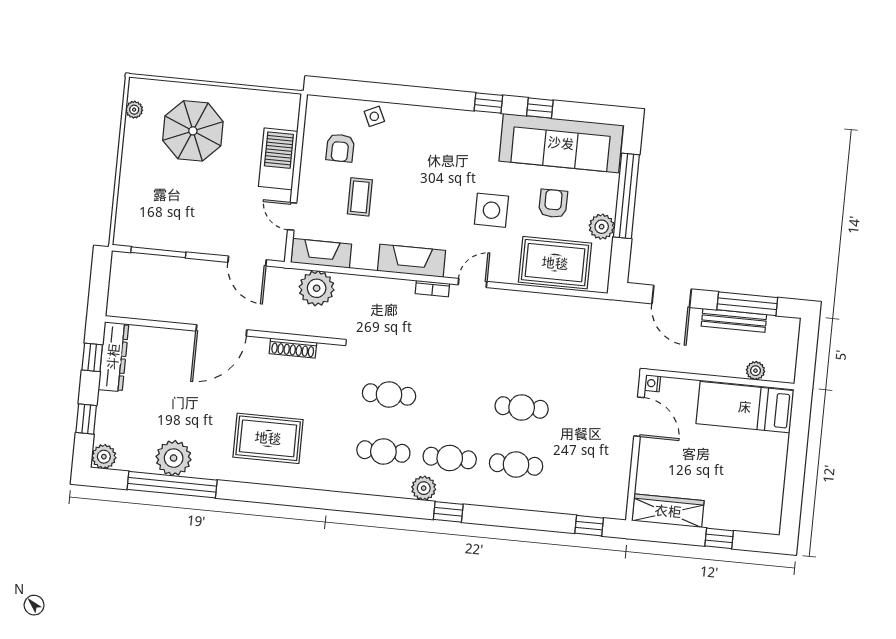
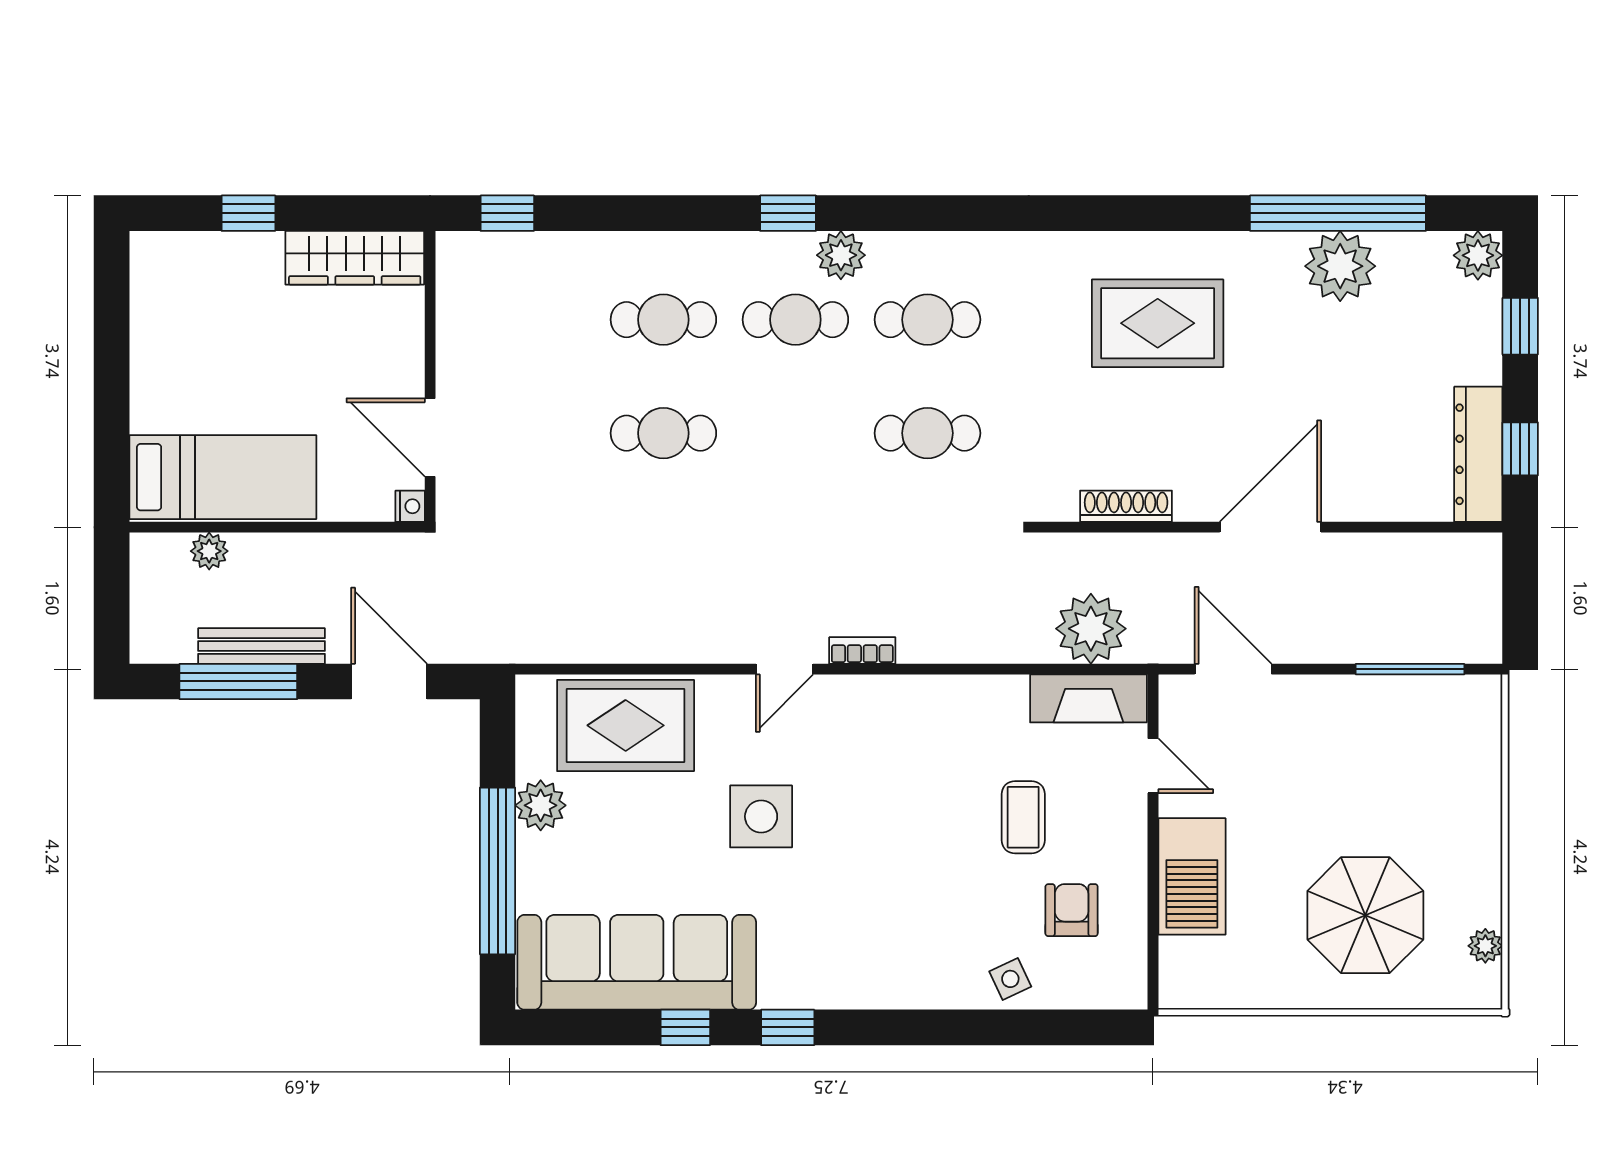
armchair: (553, 204) -> (641, 842), removed
fireplace: (412, 261) -> (909, 701), removed

